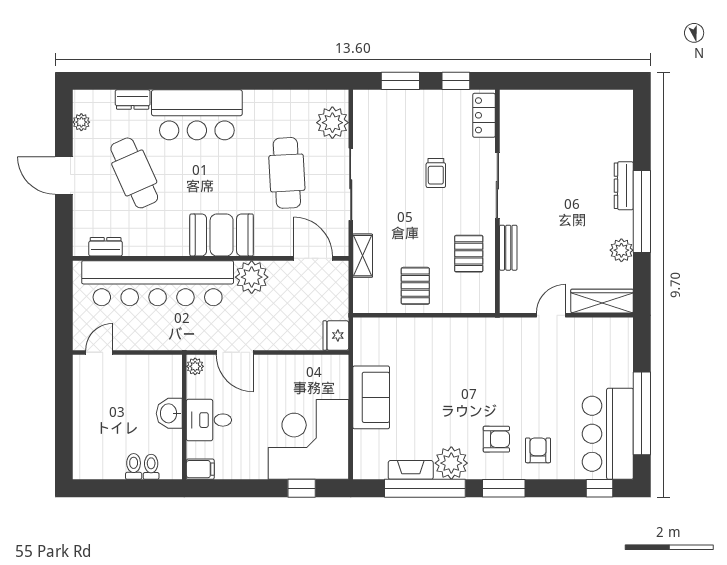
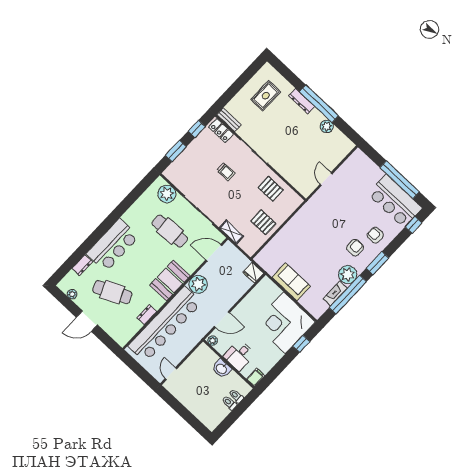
rug: (586, 131) -> (266, 96), added
dresser: (106, 247) -> (147, 315), moved
bench: (508, 248) -> (229, 120), moved
wardrobe: (602, 301) -> (340, 153), removed

